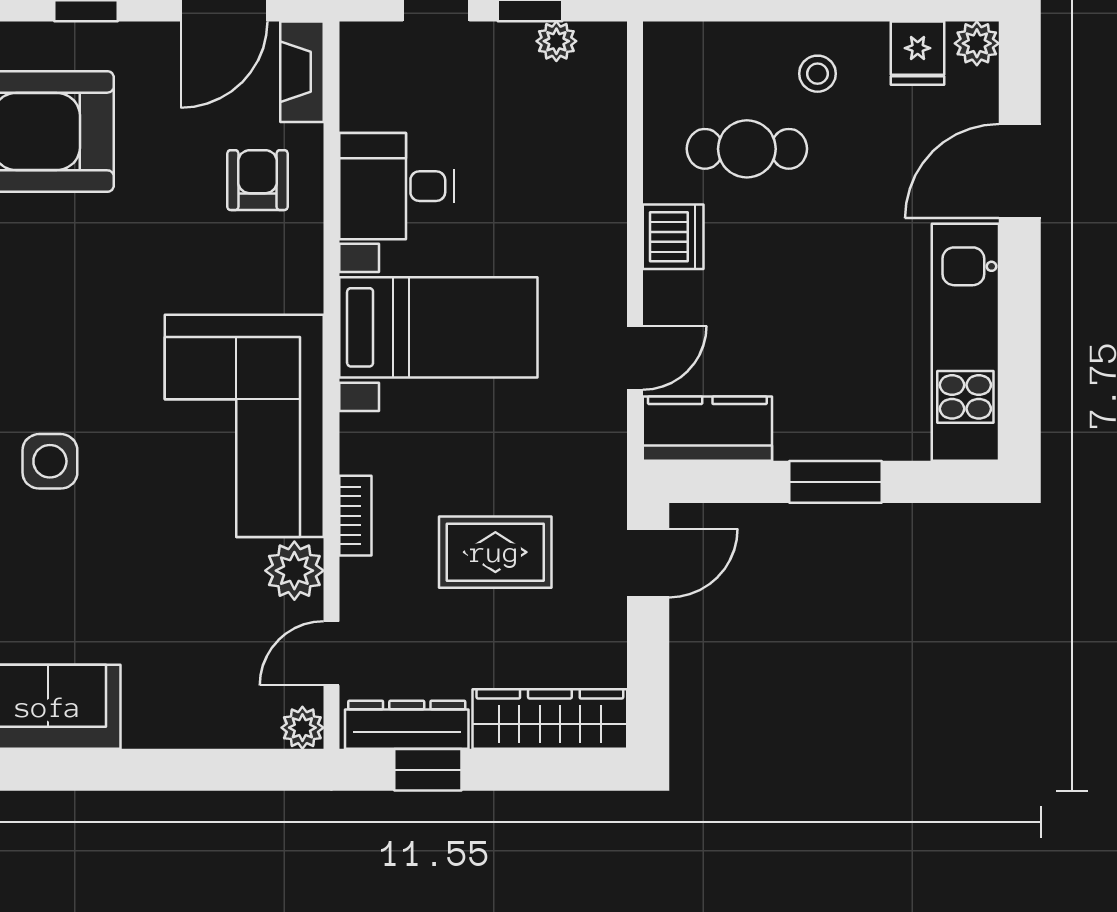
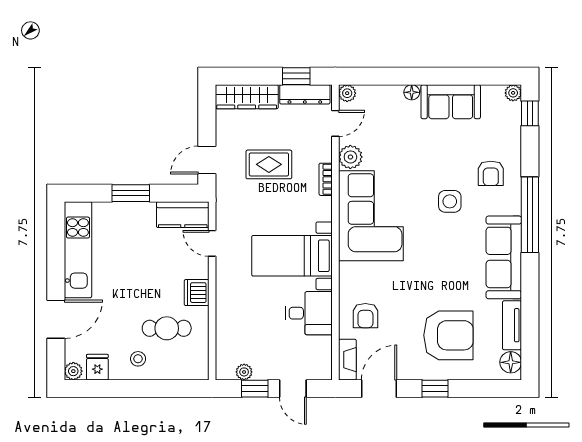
door: (635, 358) -> (212, 243), hinge flipped
floor lamp: (144, 730) -> (412, 92), added

